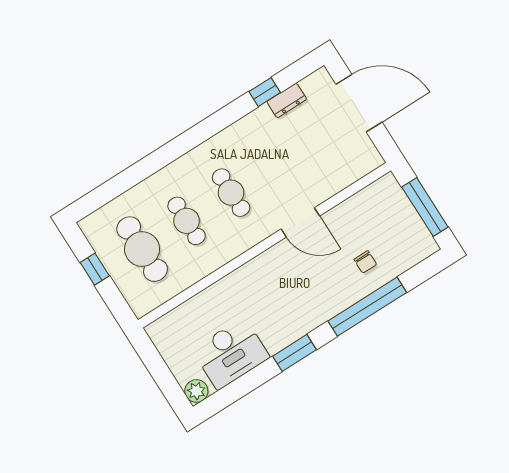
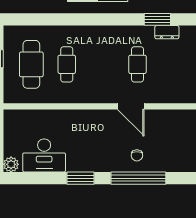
window: (265, 92) -> (157, 19), width x1.50
cafe table: (231, 193) -> (137, 64), moved
chair: (365, 262) -> (137, 155), moved

